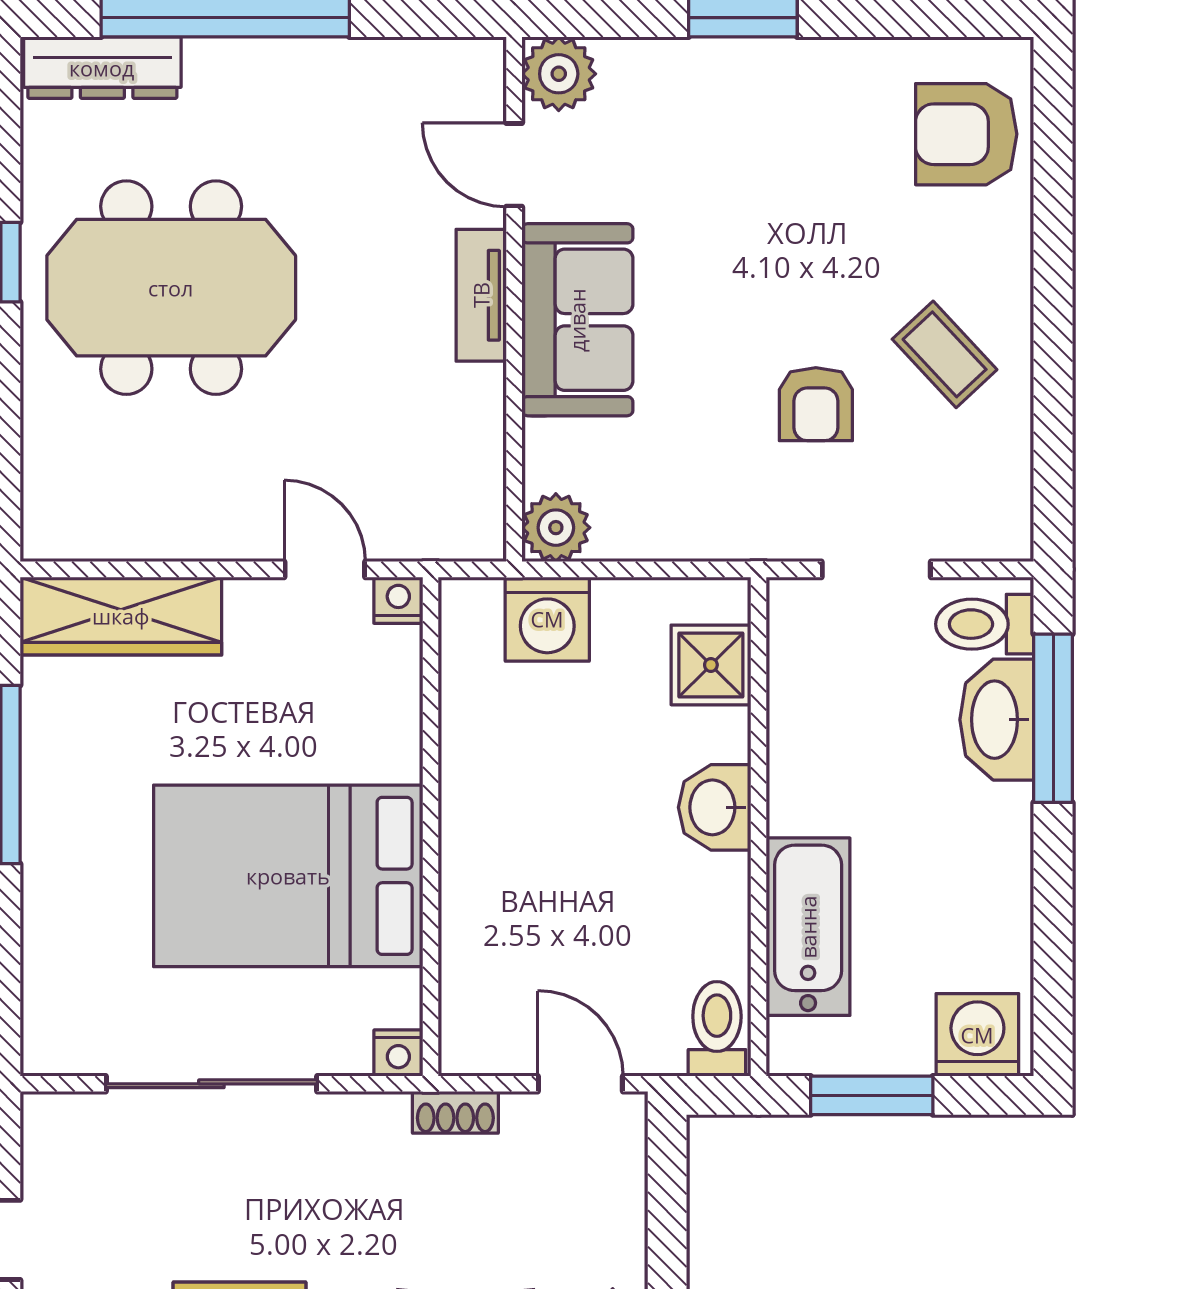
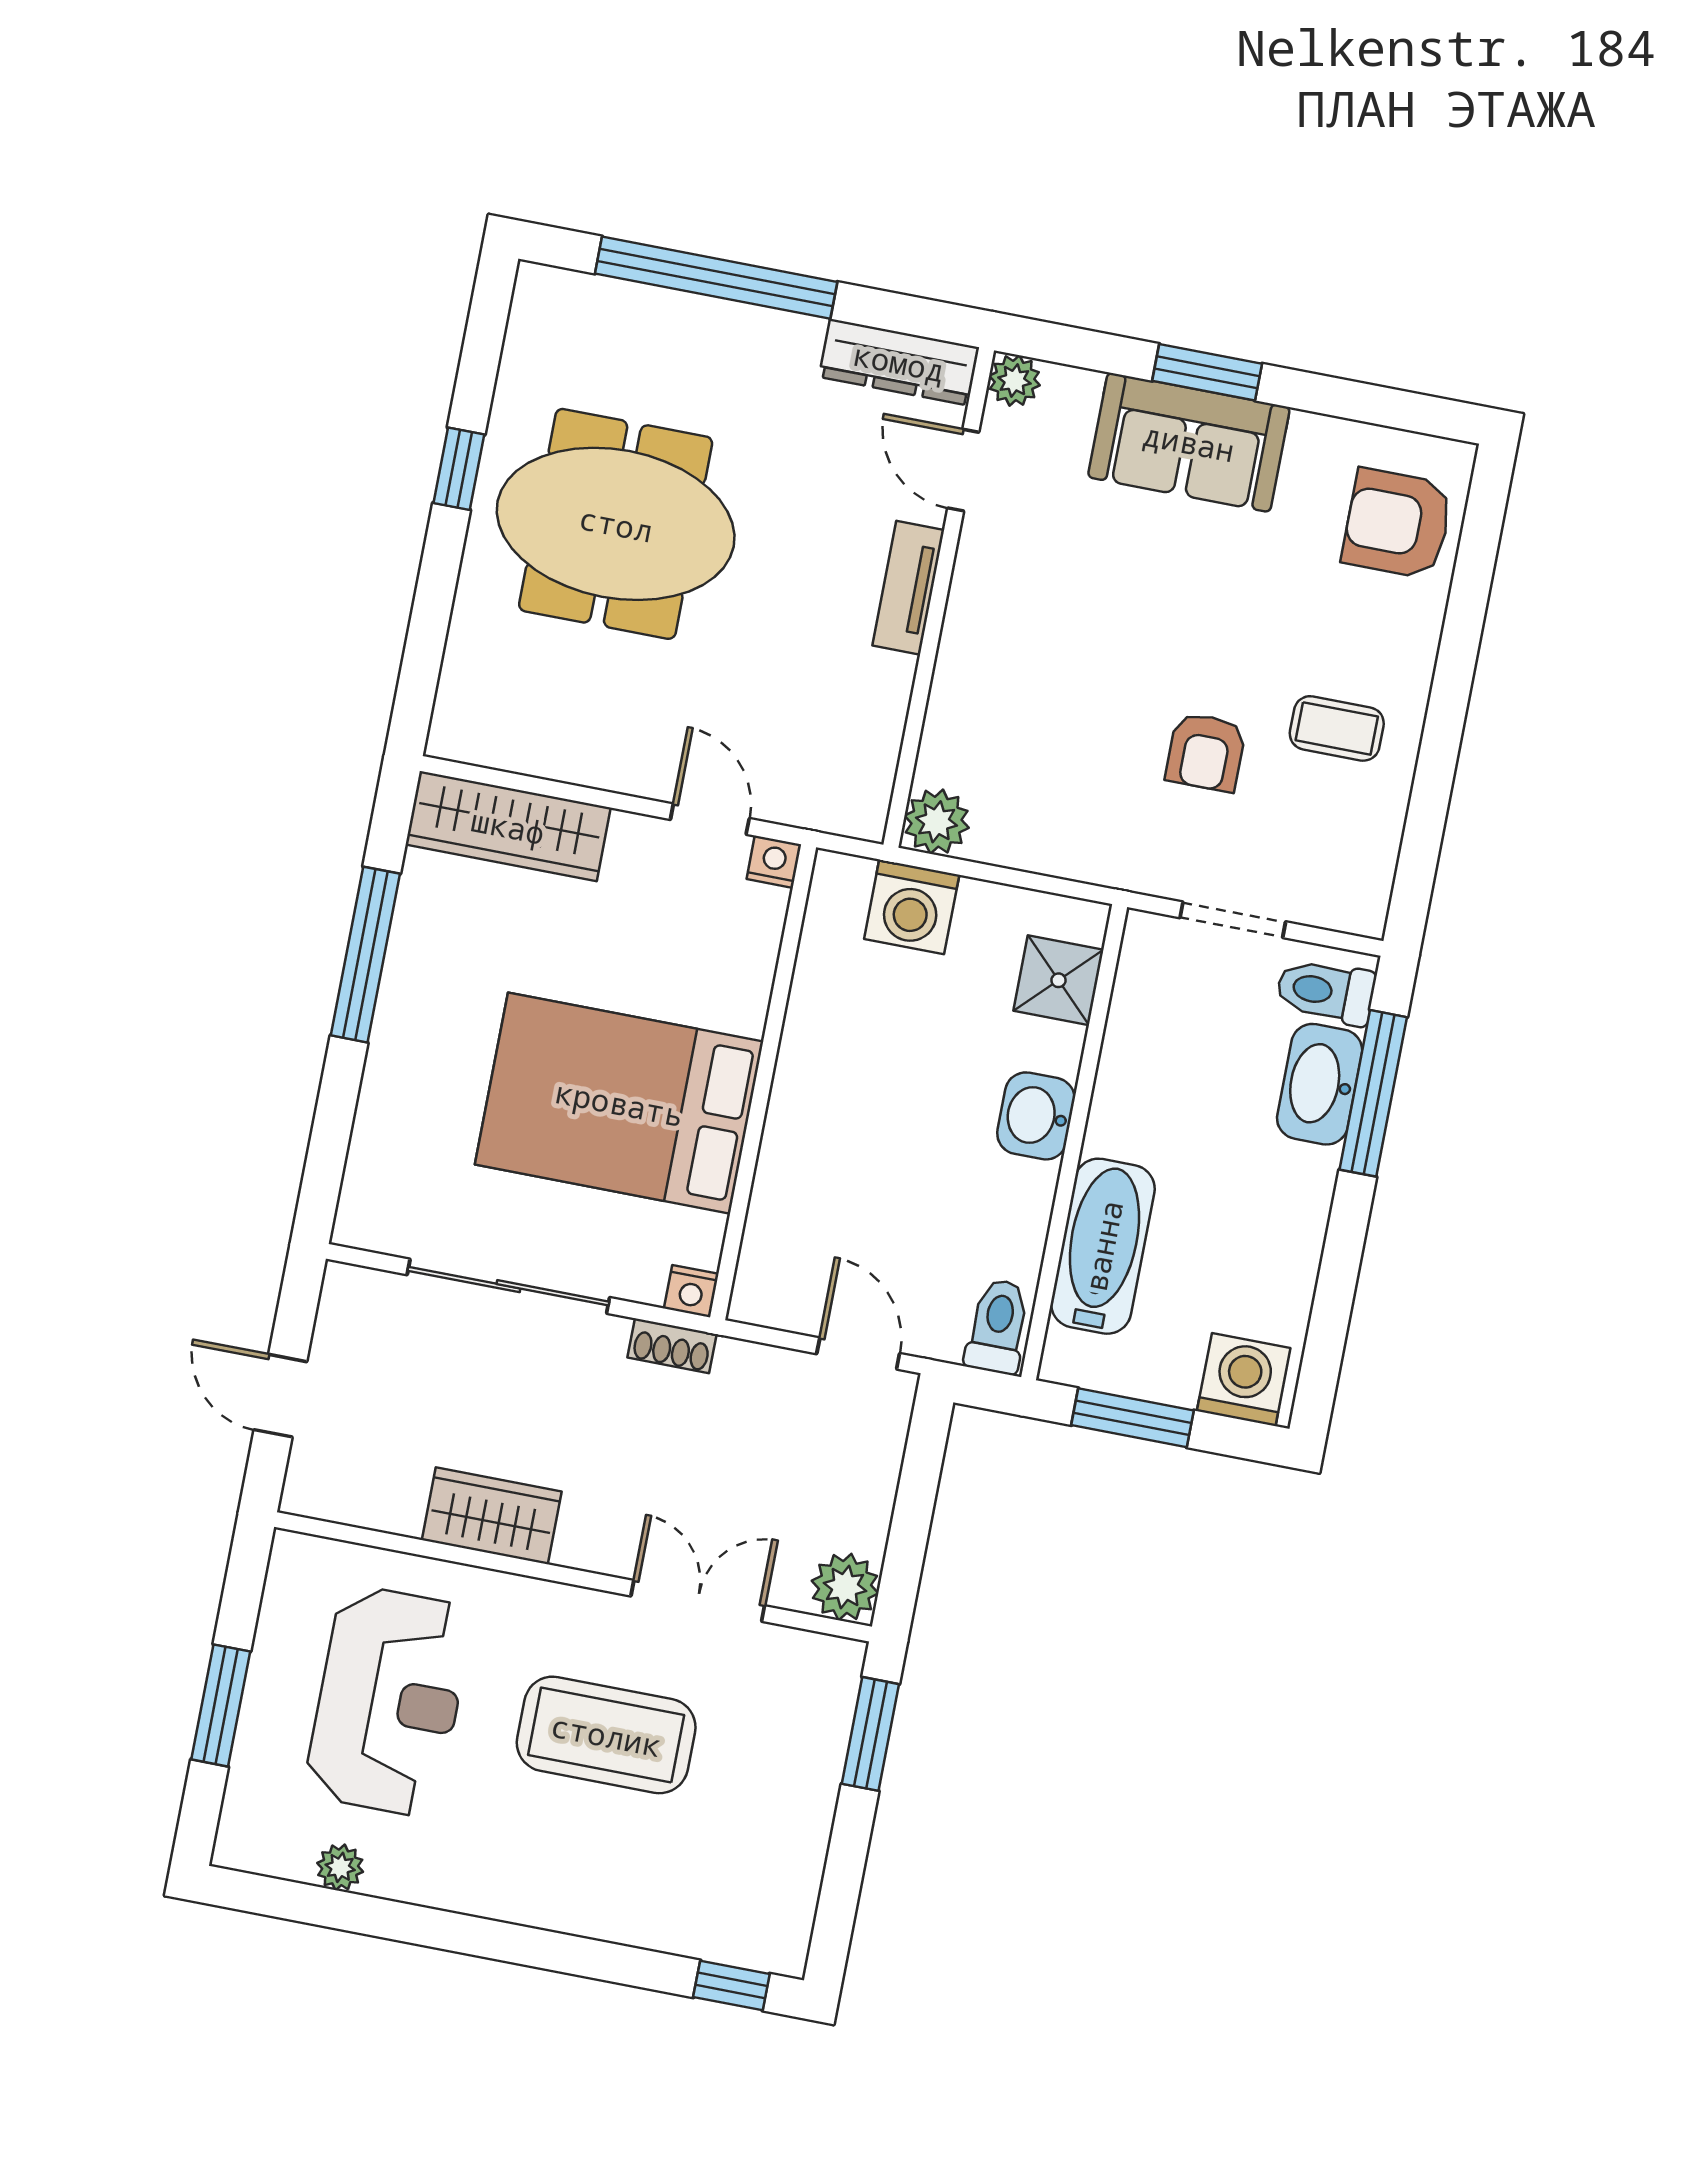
dresser: (102, 68) -> (899, 362), moved
plant: (559, 74) -> (1014, 381), width x0.73, depth x0.73
sofa: (577, 320) -> (1189, 442), moved, turned 90
coffee table: (945, 354) -> (1337, 728), turned -47
shoe rack: (455, 1112) -> (672, 1346), moved

